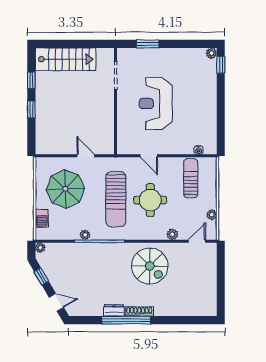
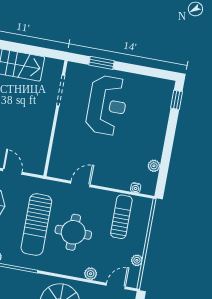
plant: (211, 53) -> (154, 166), moved
reception desk: (156, 104) -> (107, 105), moved, turned 180
door: (149, 156) -> (80, 184), swing flipped

